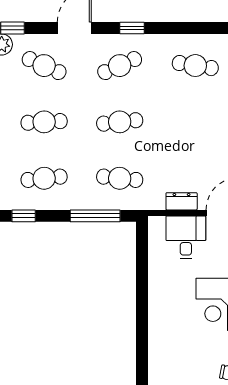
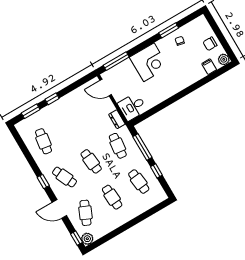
dresser: (182, 201) -> (117, 119), moved
window: (24, 216) -> (156, 171), moved
desk: (186, 237) -> (132, 107), moved

